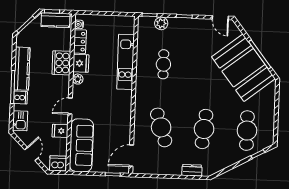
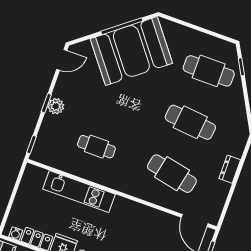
plant: (161, 23) -> (56, 106), moved
cafe table: (161, 127) -> (172, 174), turned 30
dresser: (192, 170) -> (230, 169), moved

